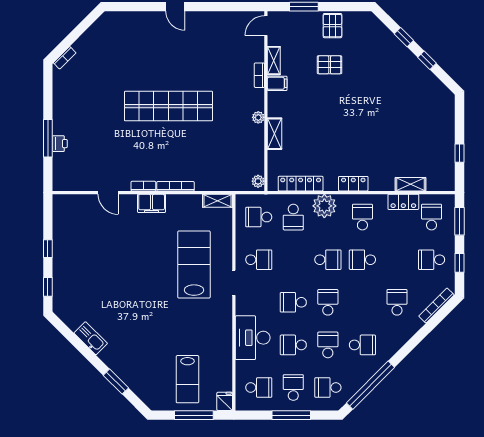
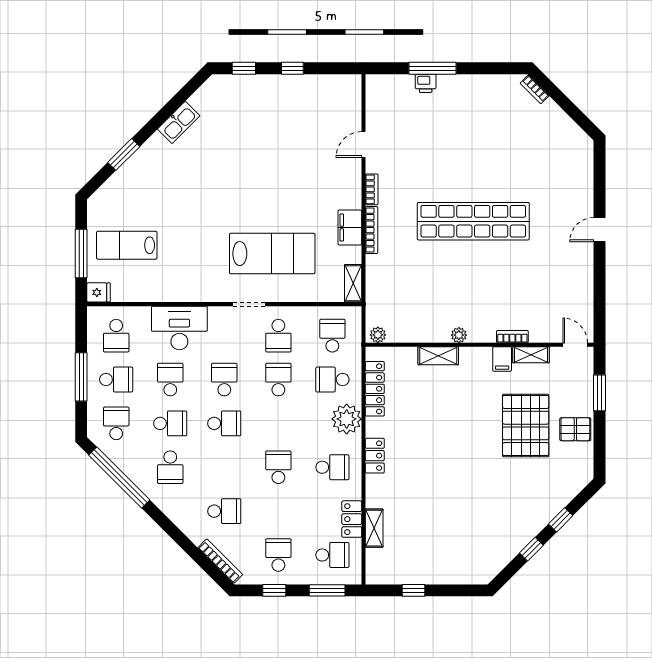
pallet: (330, 65) -> (526, 426), width x2.05, depth x2.00
shop shelf: (168, 106) -> (473, 221), turned 90
filing cabinet: (152, 203) -> (350, 228), moved
school desk: (328, 260) -> (278, 380), moved, turned 180

